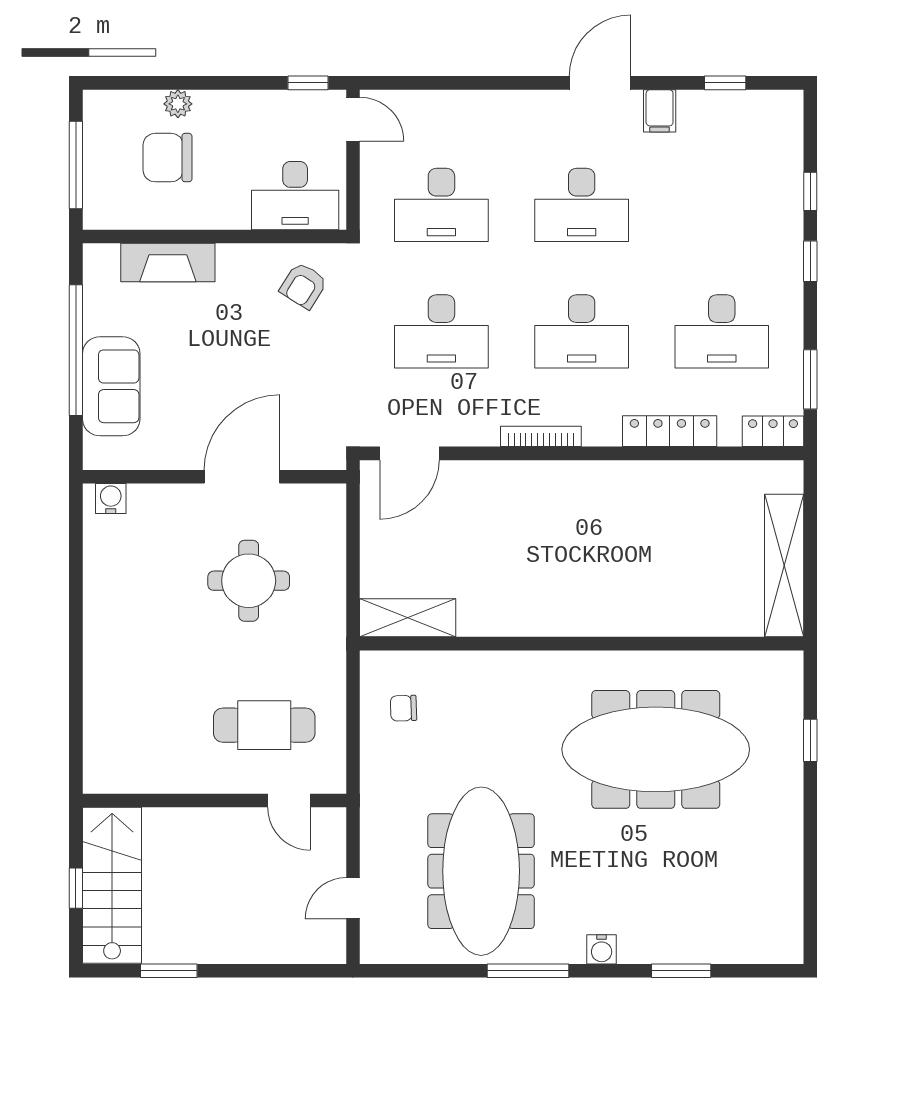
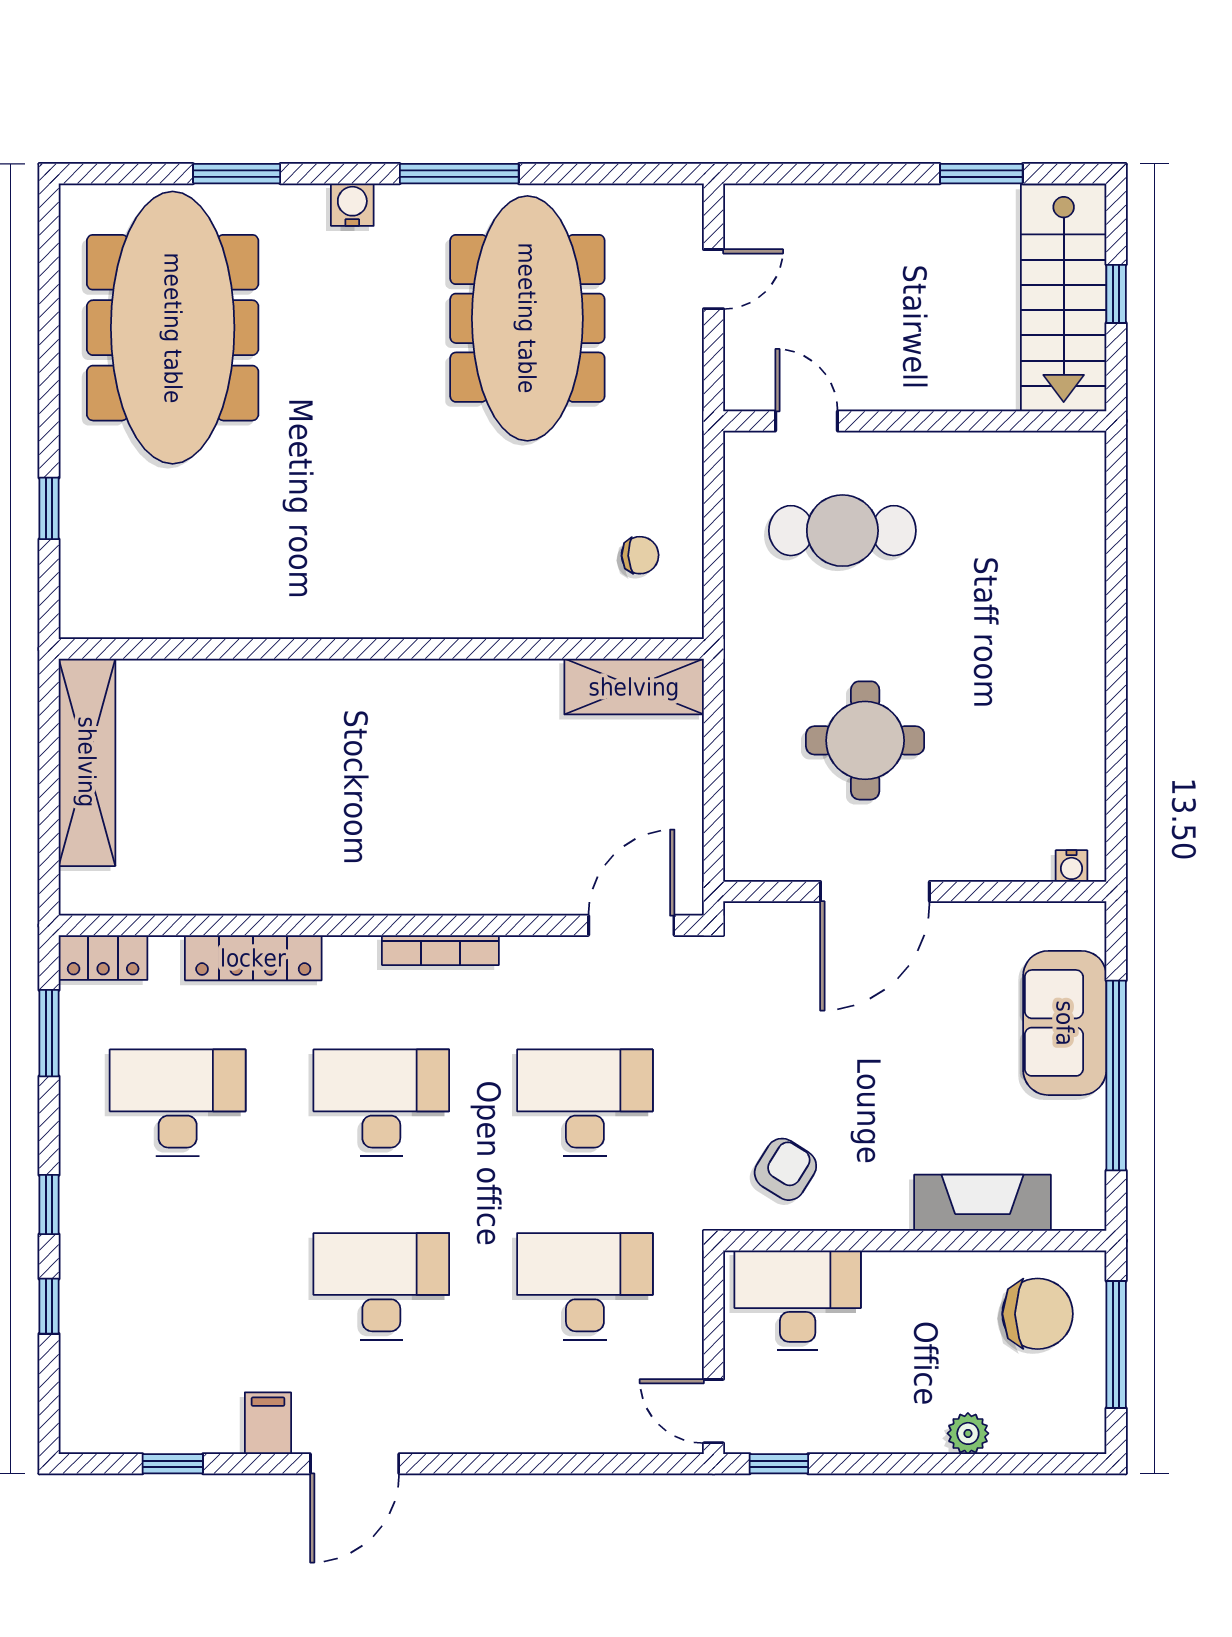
chair: (167, 158) -> (1038, 1314), moved
water cooler: (111, 498) -> (1071, 866), width x0.72, depth x0.72
meeting table: (656, 749) -> (173, 328), moved, turned 90

